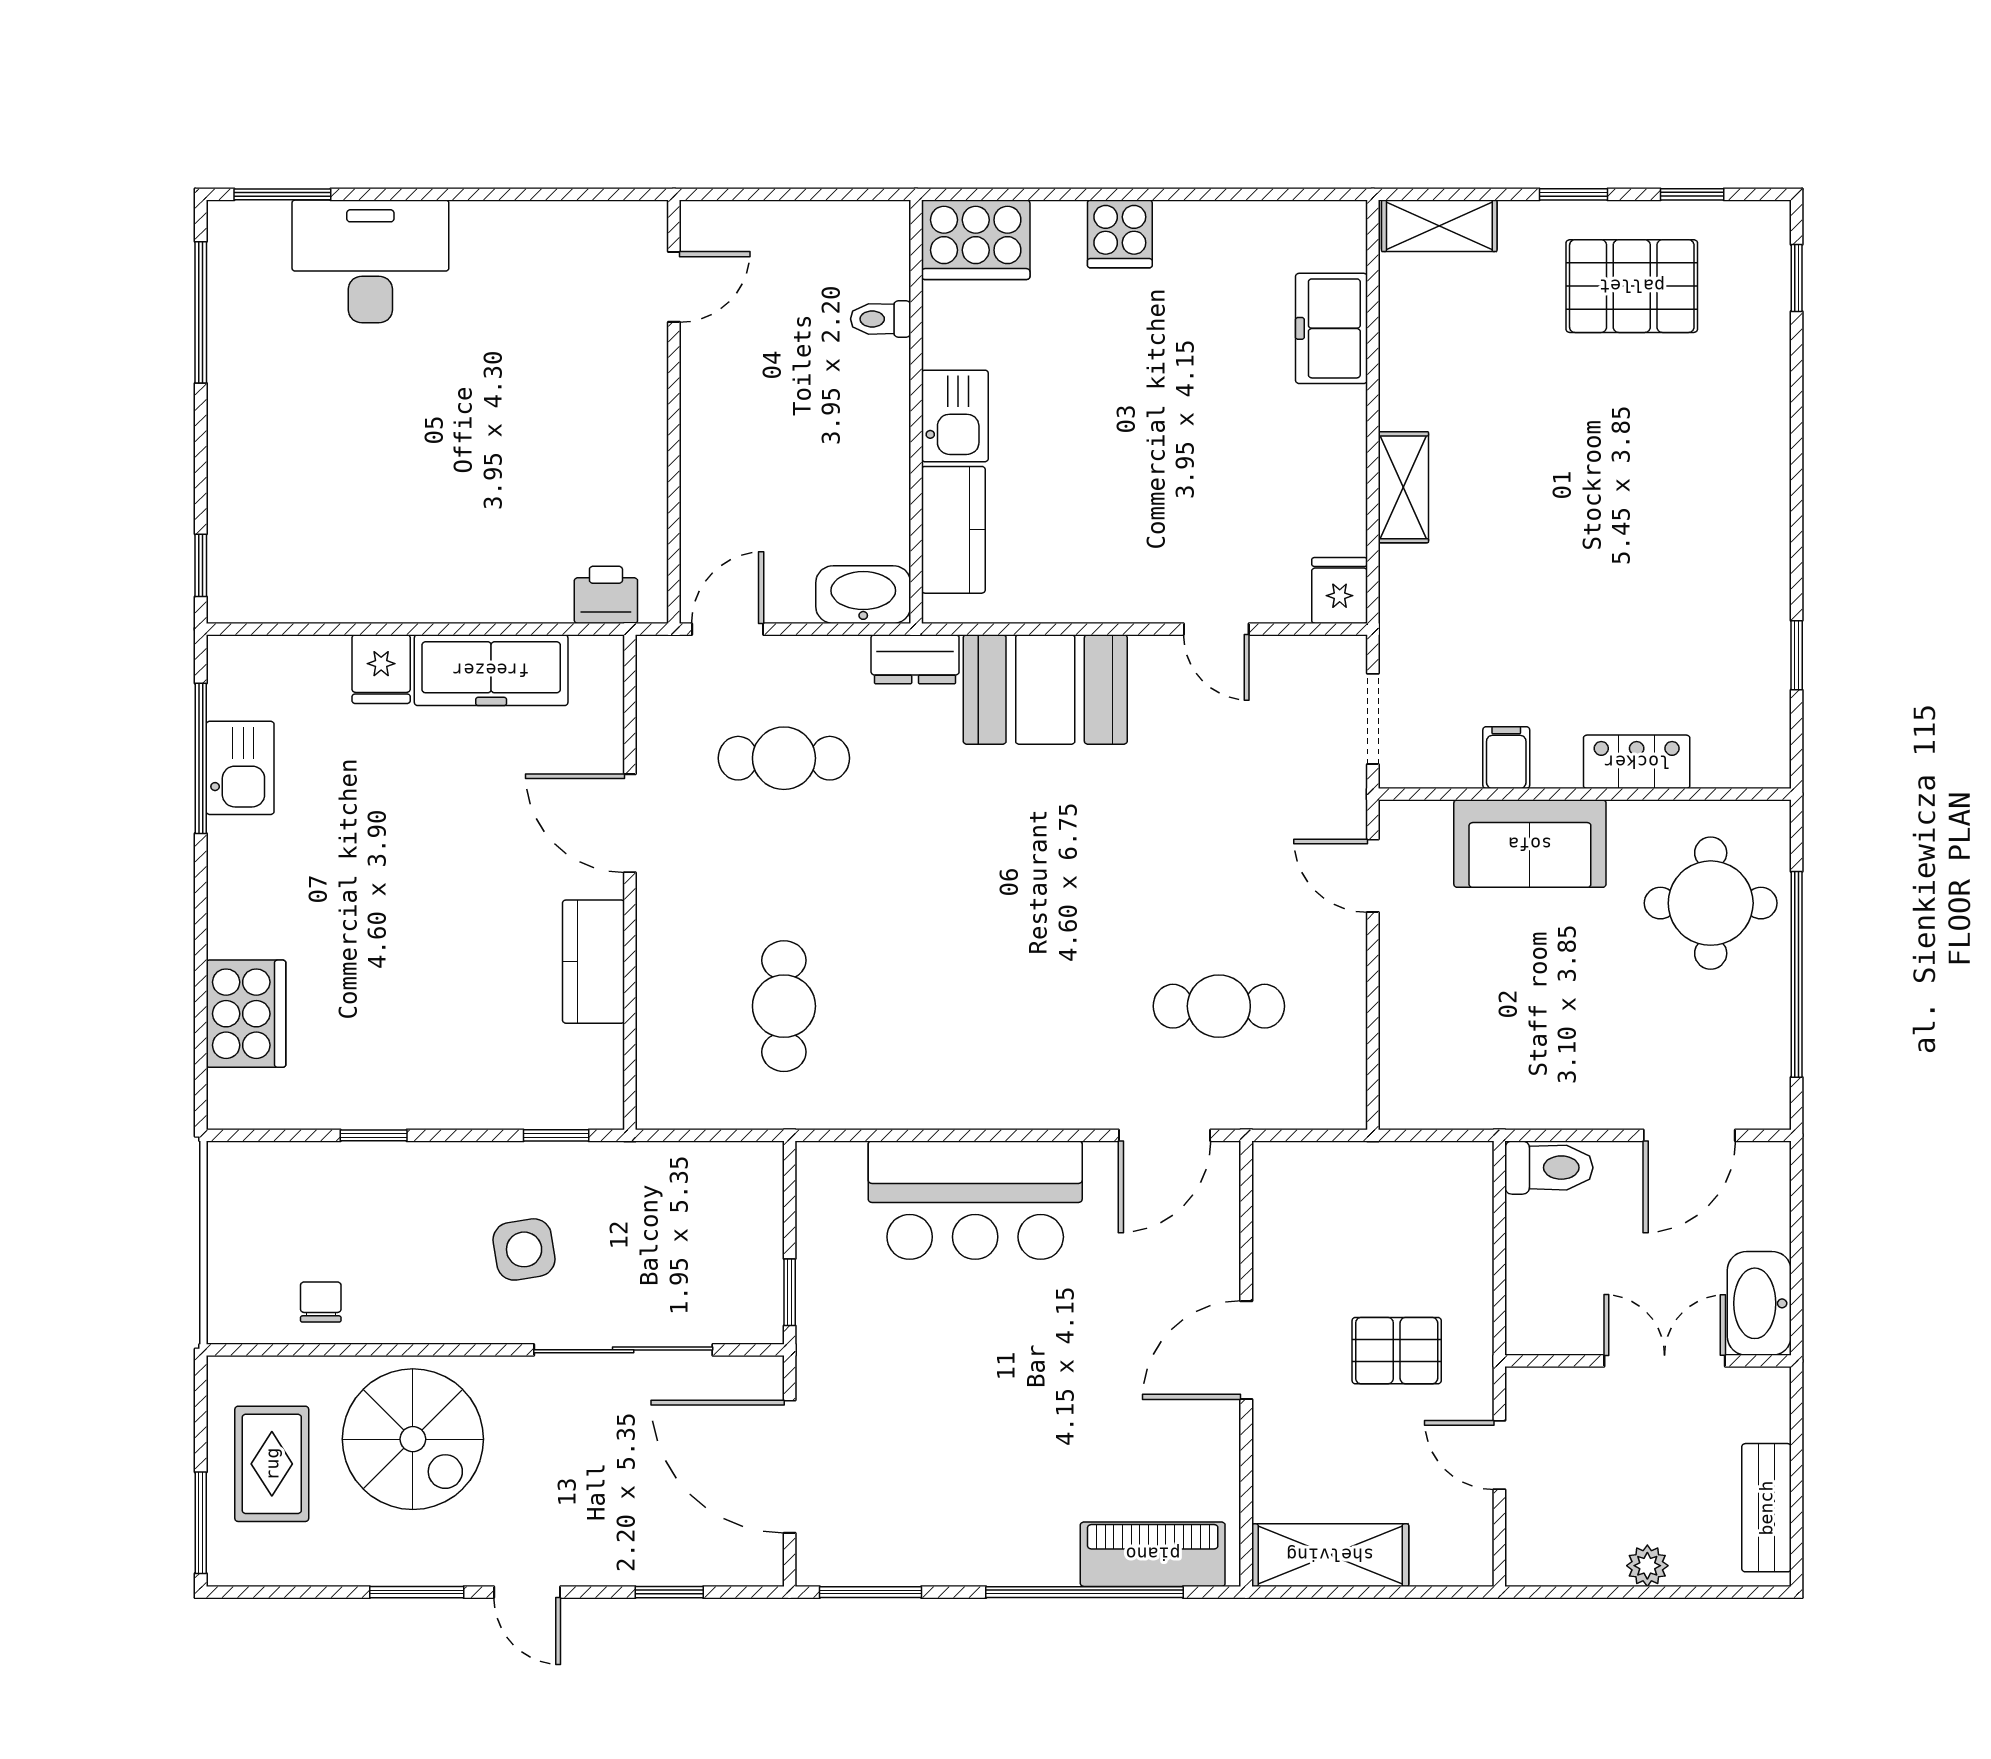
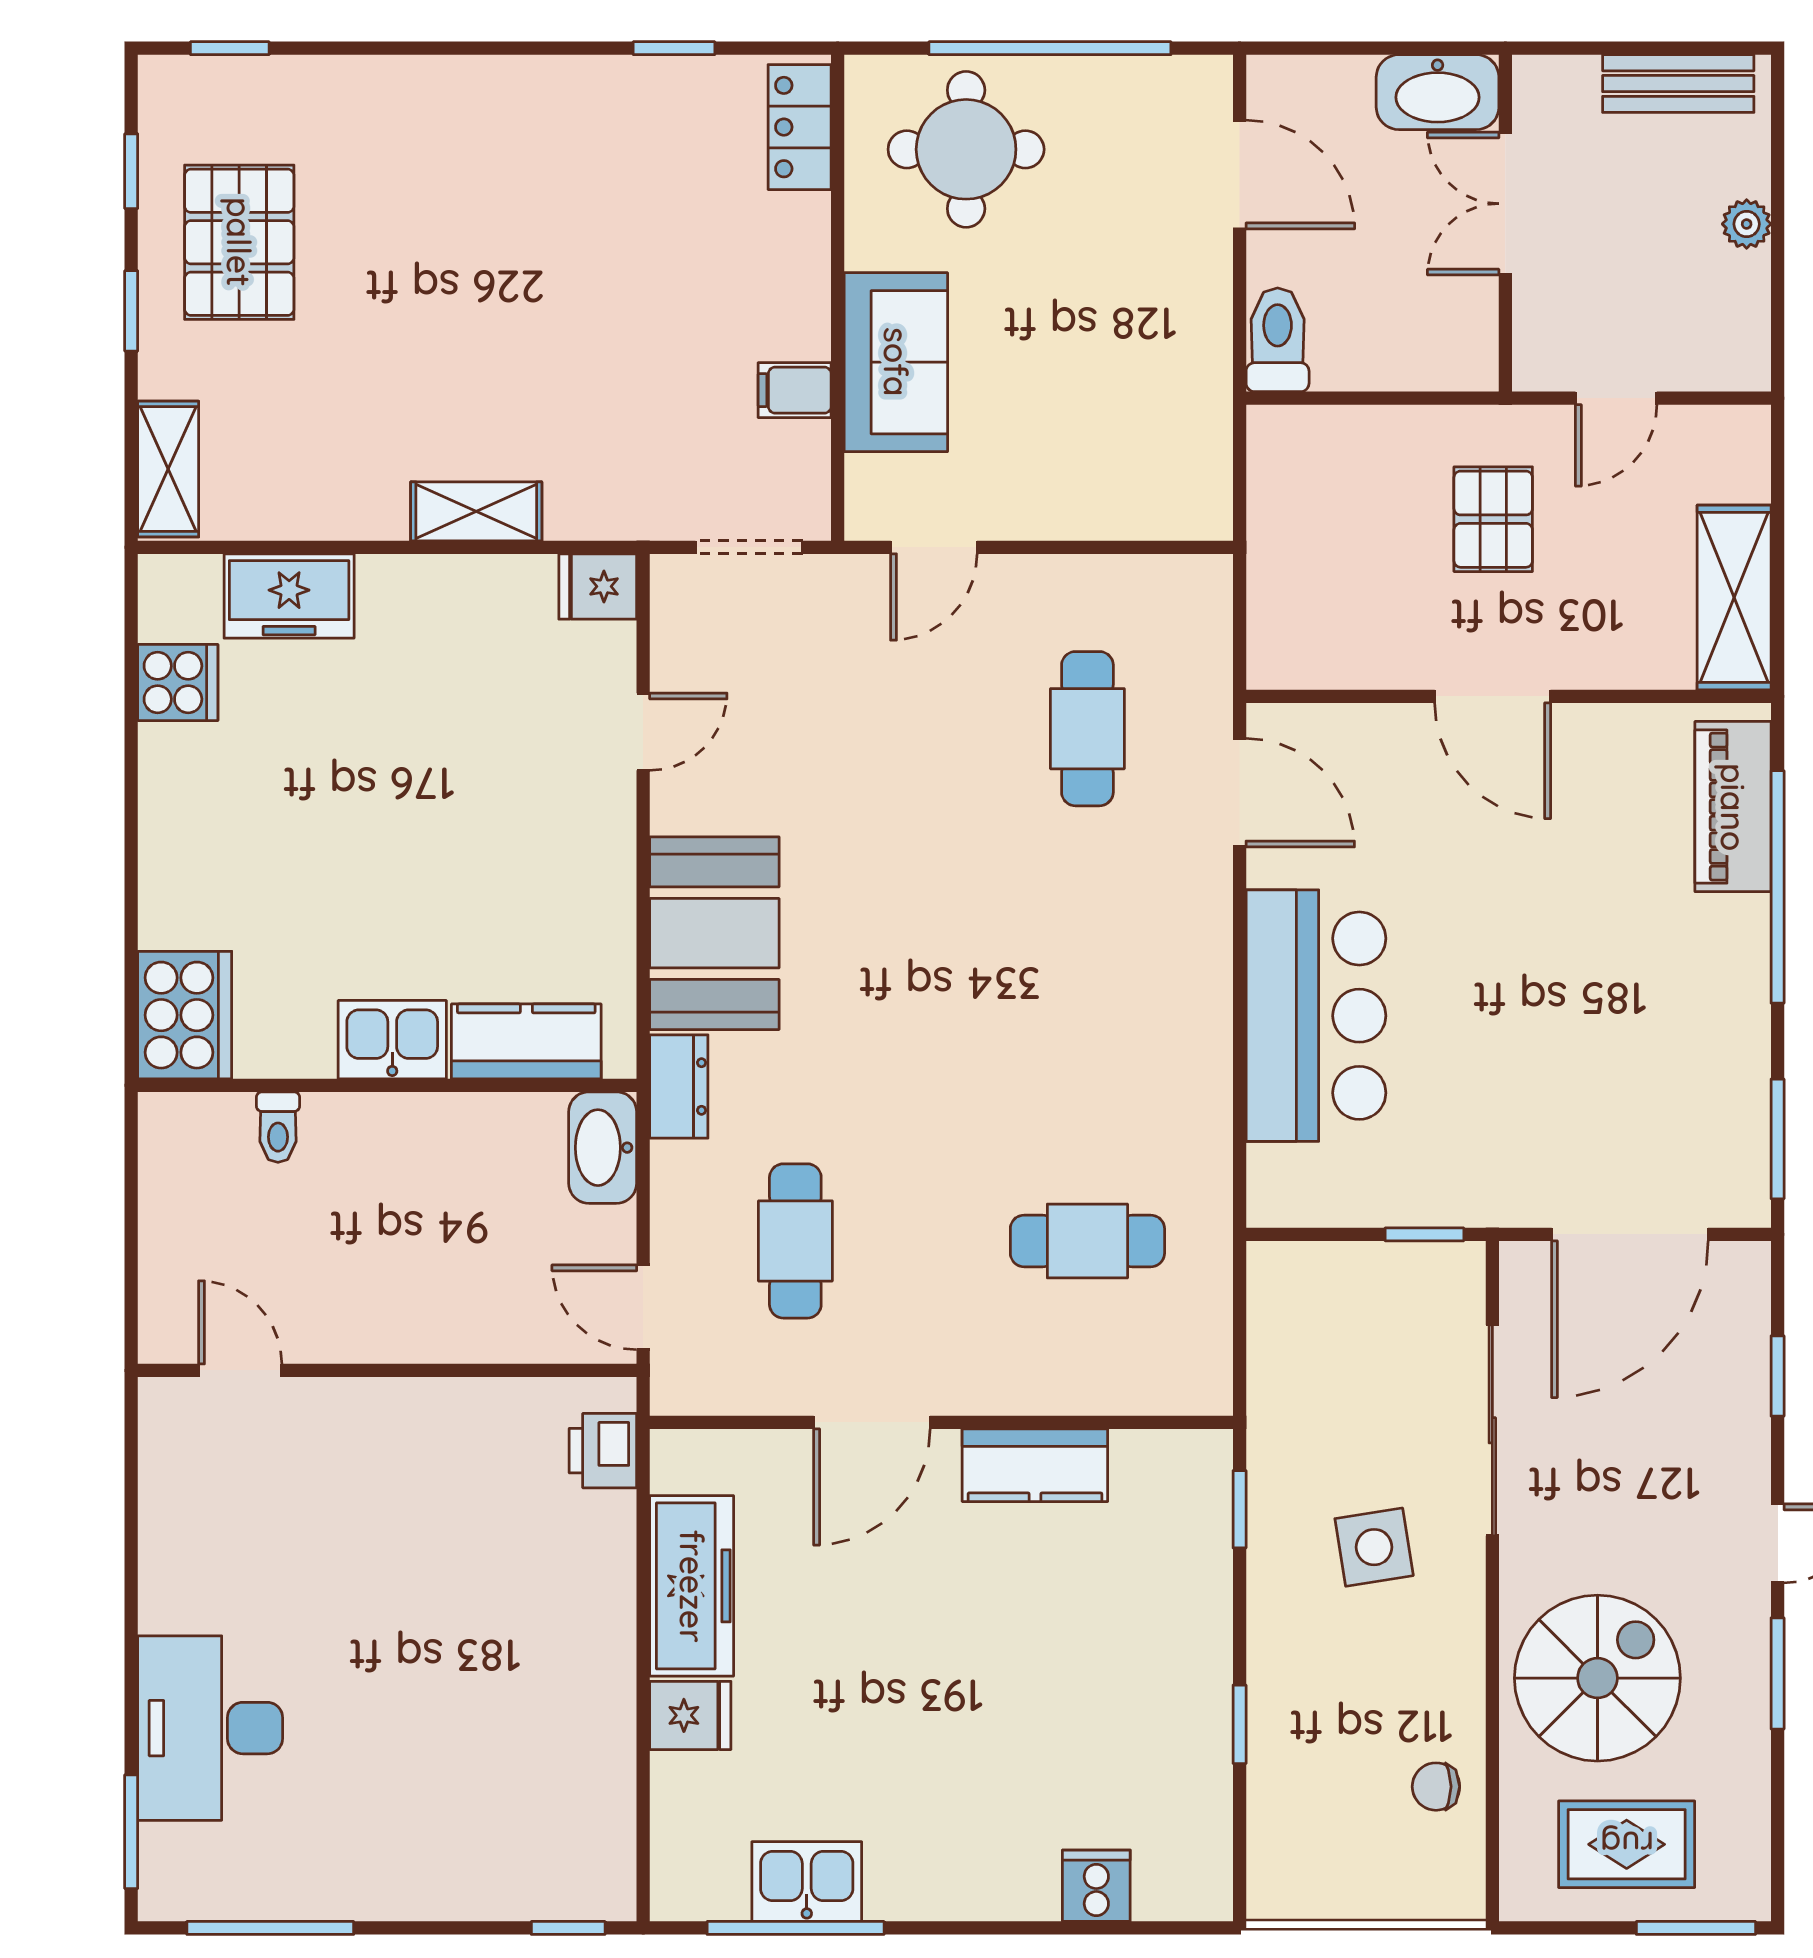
cooker: (1120, 234) -> (178, 683), moved
locker: (1637, 762) -> (800, 127), moved
cooker: (246, 1014) -> (1096, 1886), width x0.53, depth x0.76

